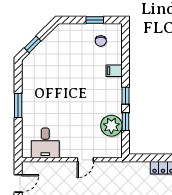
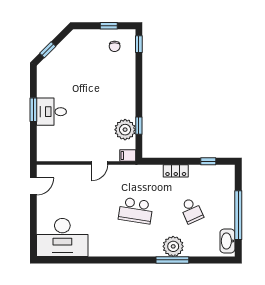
filing cabinet: (114, 71) -> (128, 156), moved
window: (125, 96) -> (139, 44), moved
desk: (45, 143) -> (52, 112), moved, turned 90

